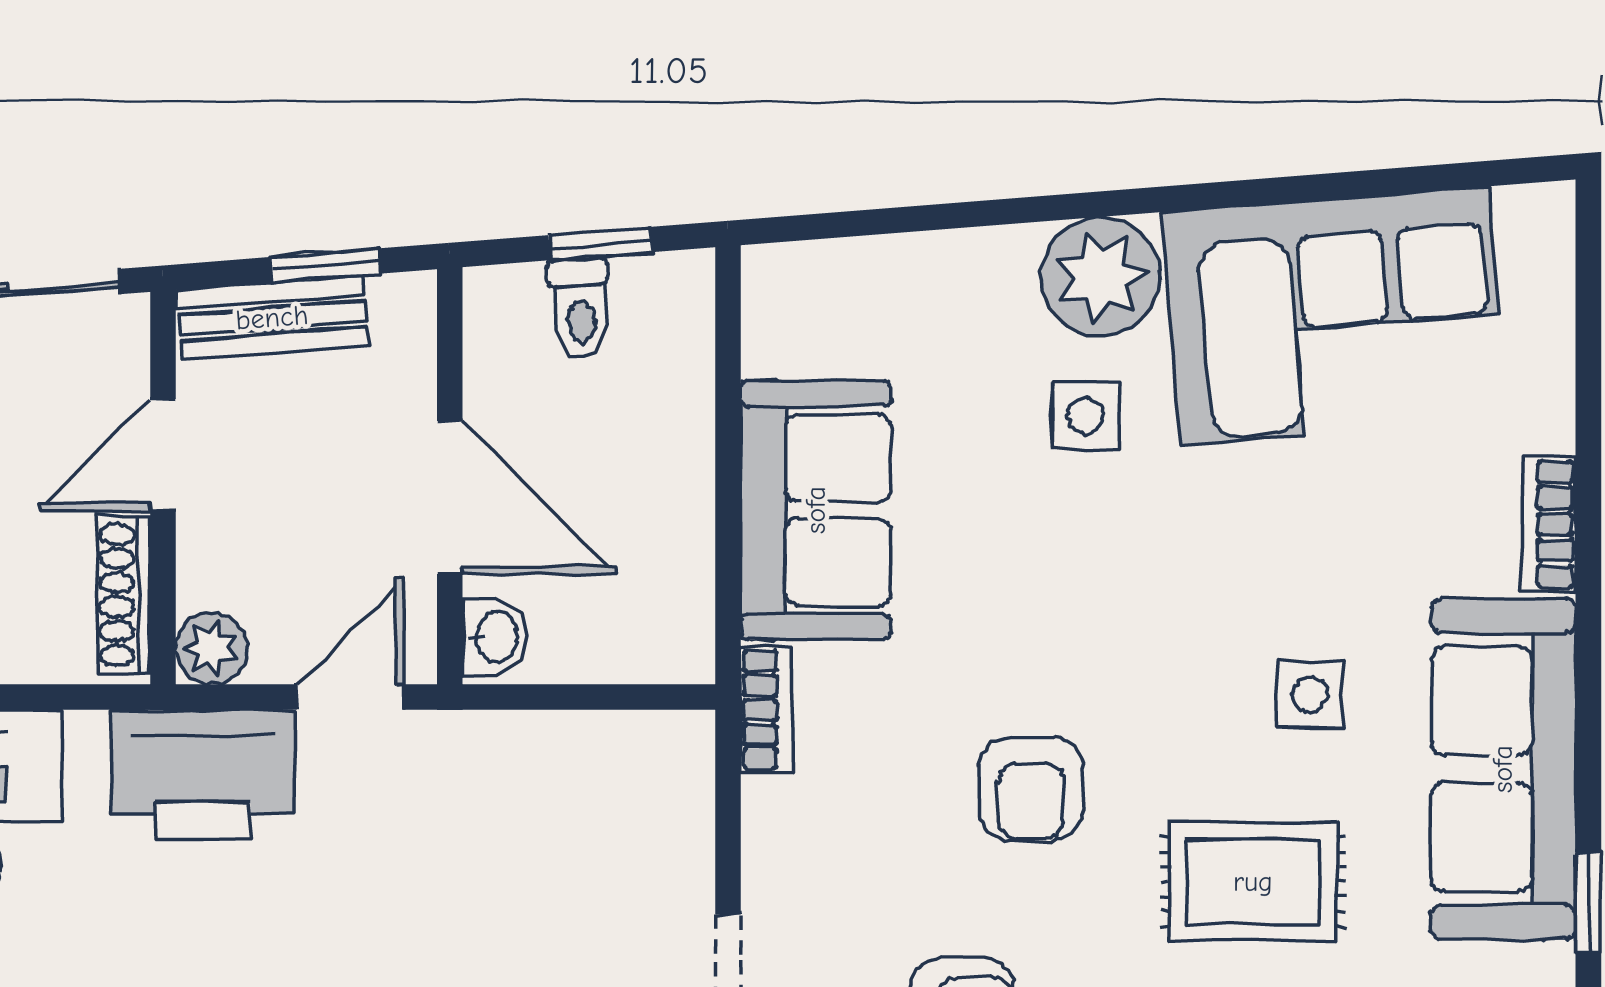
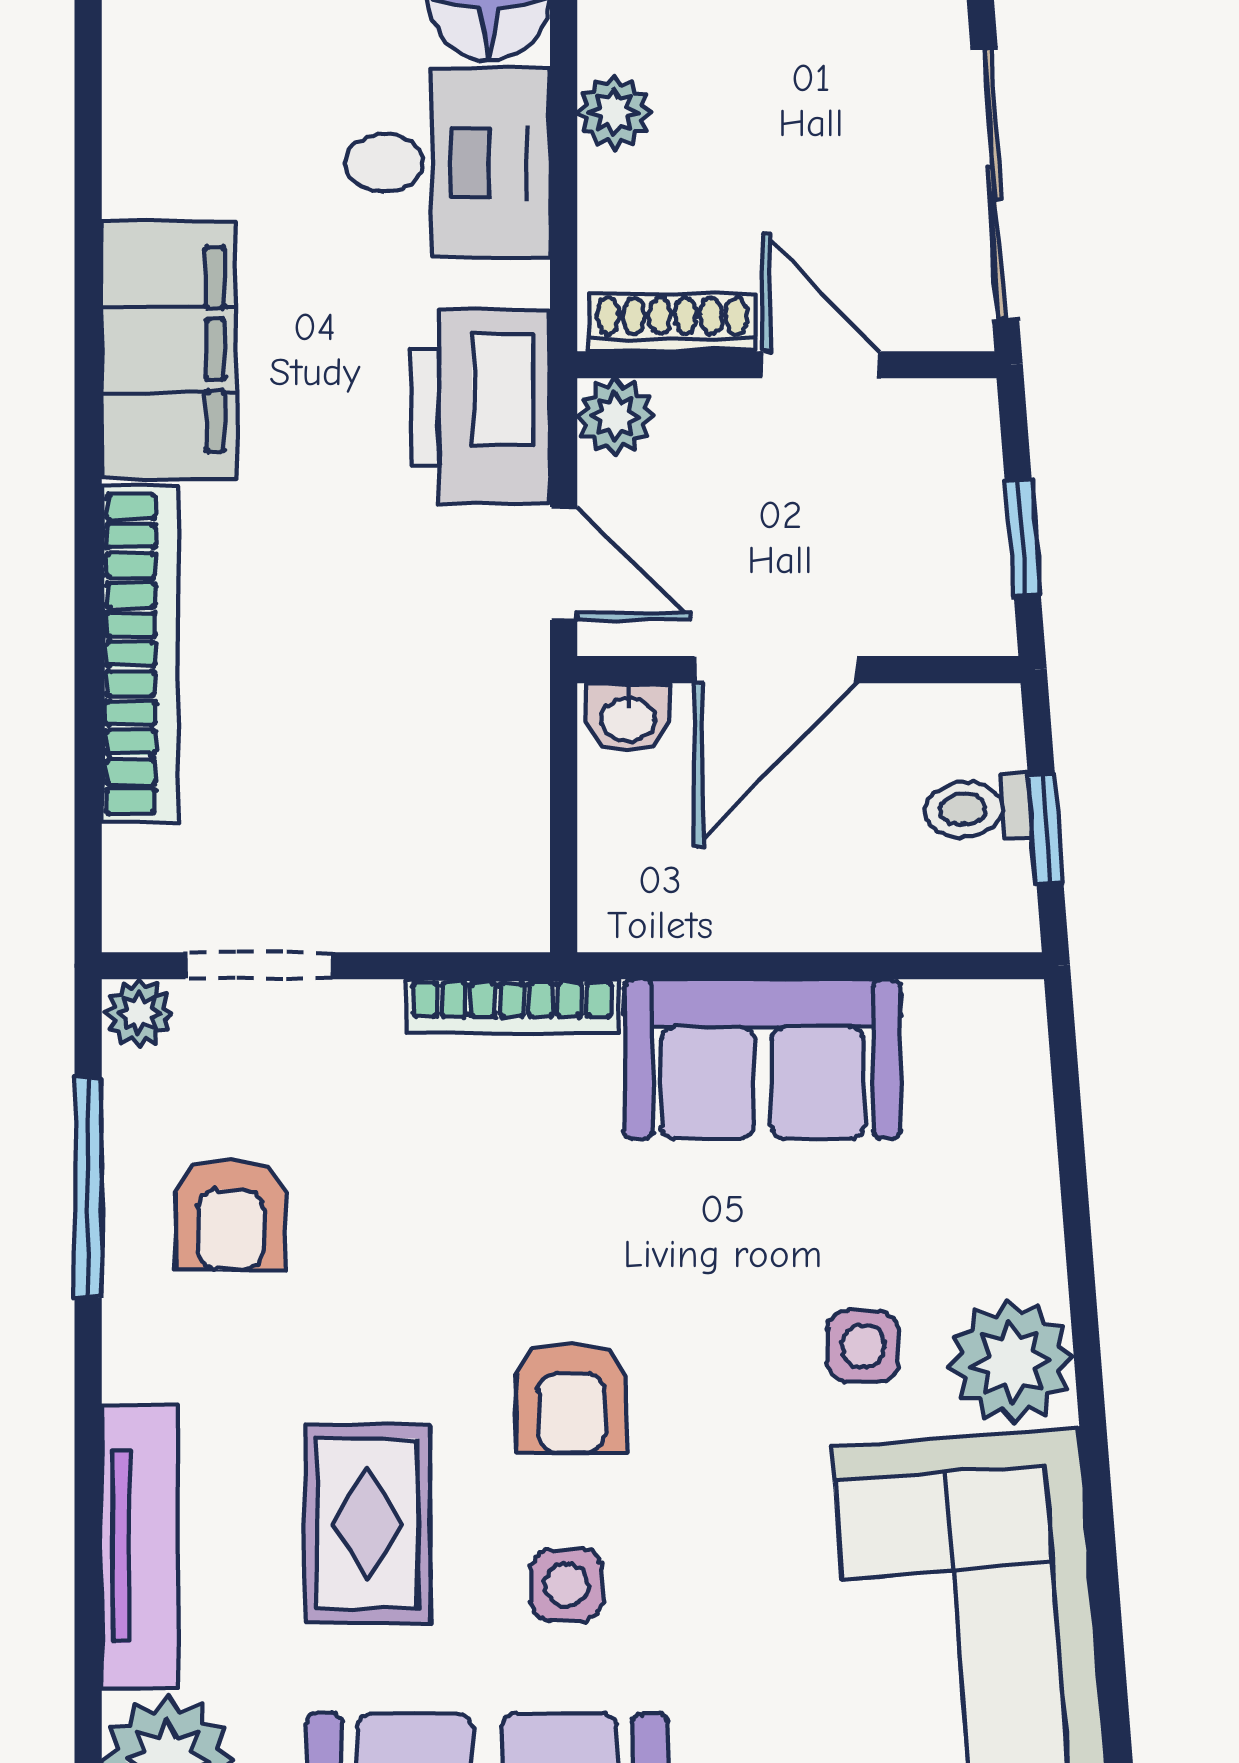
bench: (272, 318) -> (967, 481), removed
bookcase: (766, 710) -> (512, 1006), width x1.56
armchair: (1031, 788) -> (571, 1397), moved, turned -90

